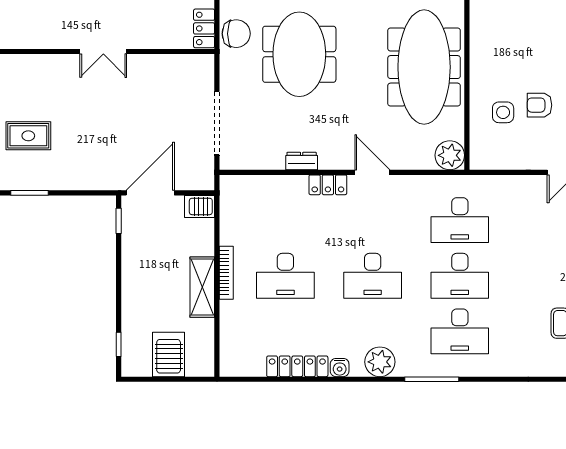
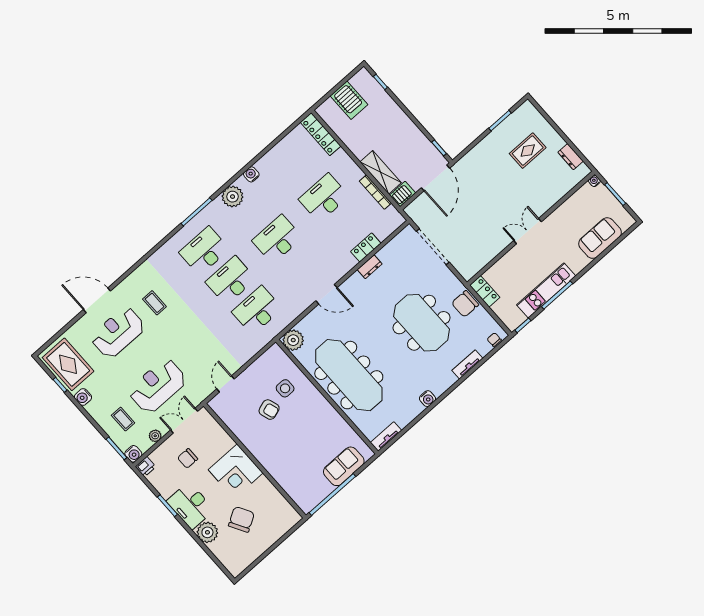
armchair: (539, 105) -> (269, 410), turned 72
locker: (328, 185) -> (366, 247), moved
bookcase: (226, 273) -> (375, 192), moved
shelving: (202, 287) -> (381, 172), moved
locker: (297, 366) -> (321, 134), moved, turned 90

